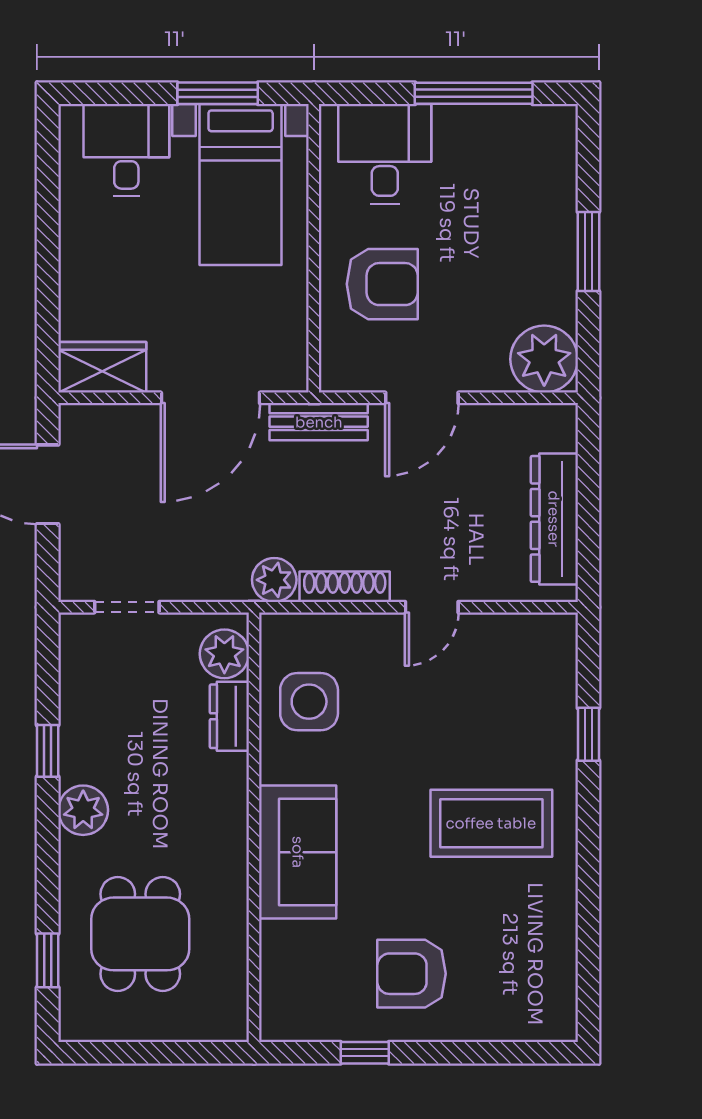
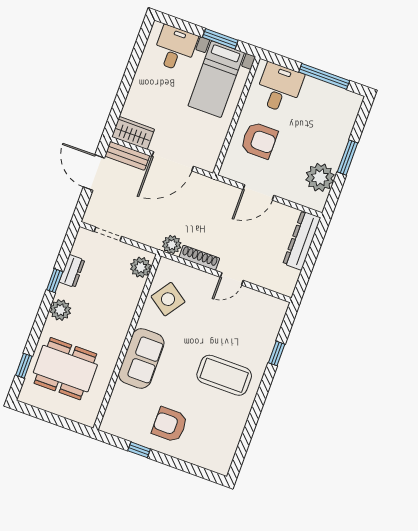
plant: (544, 359) -> (320, 177), moved
bench: (319, 422) -> (127, 156), moved
dresser: (554, 519) -> (302, 241), moved
side table: (309, 702) -> (168, 299), turned 35
dresser: (229, 716) -> (72, 271), moved, turned 180
dining table: (140, 934) -> (65, 369), width x1.38

